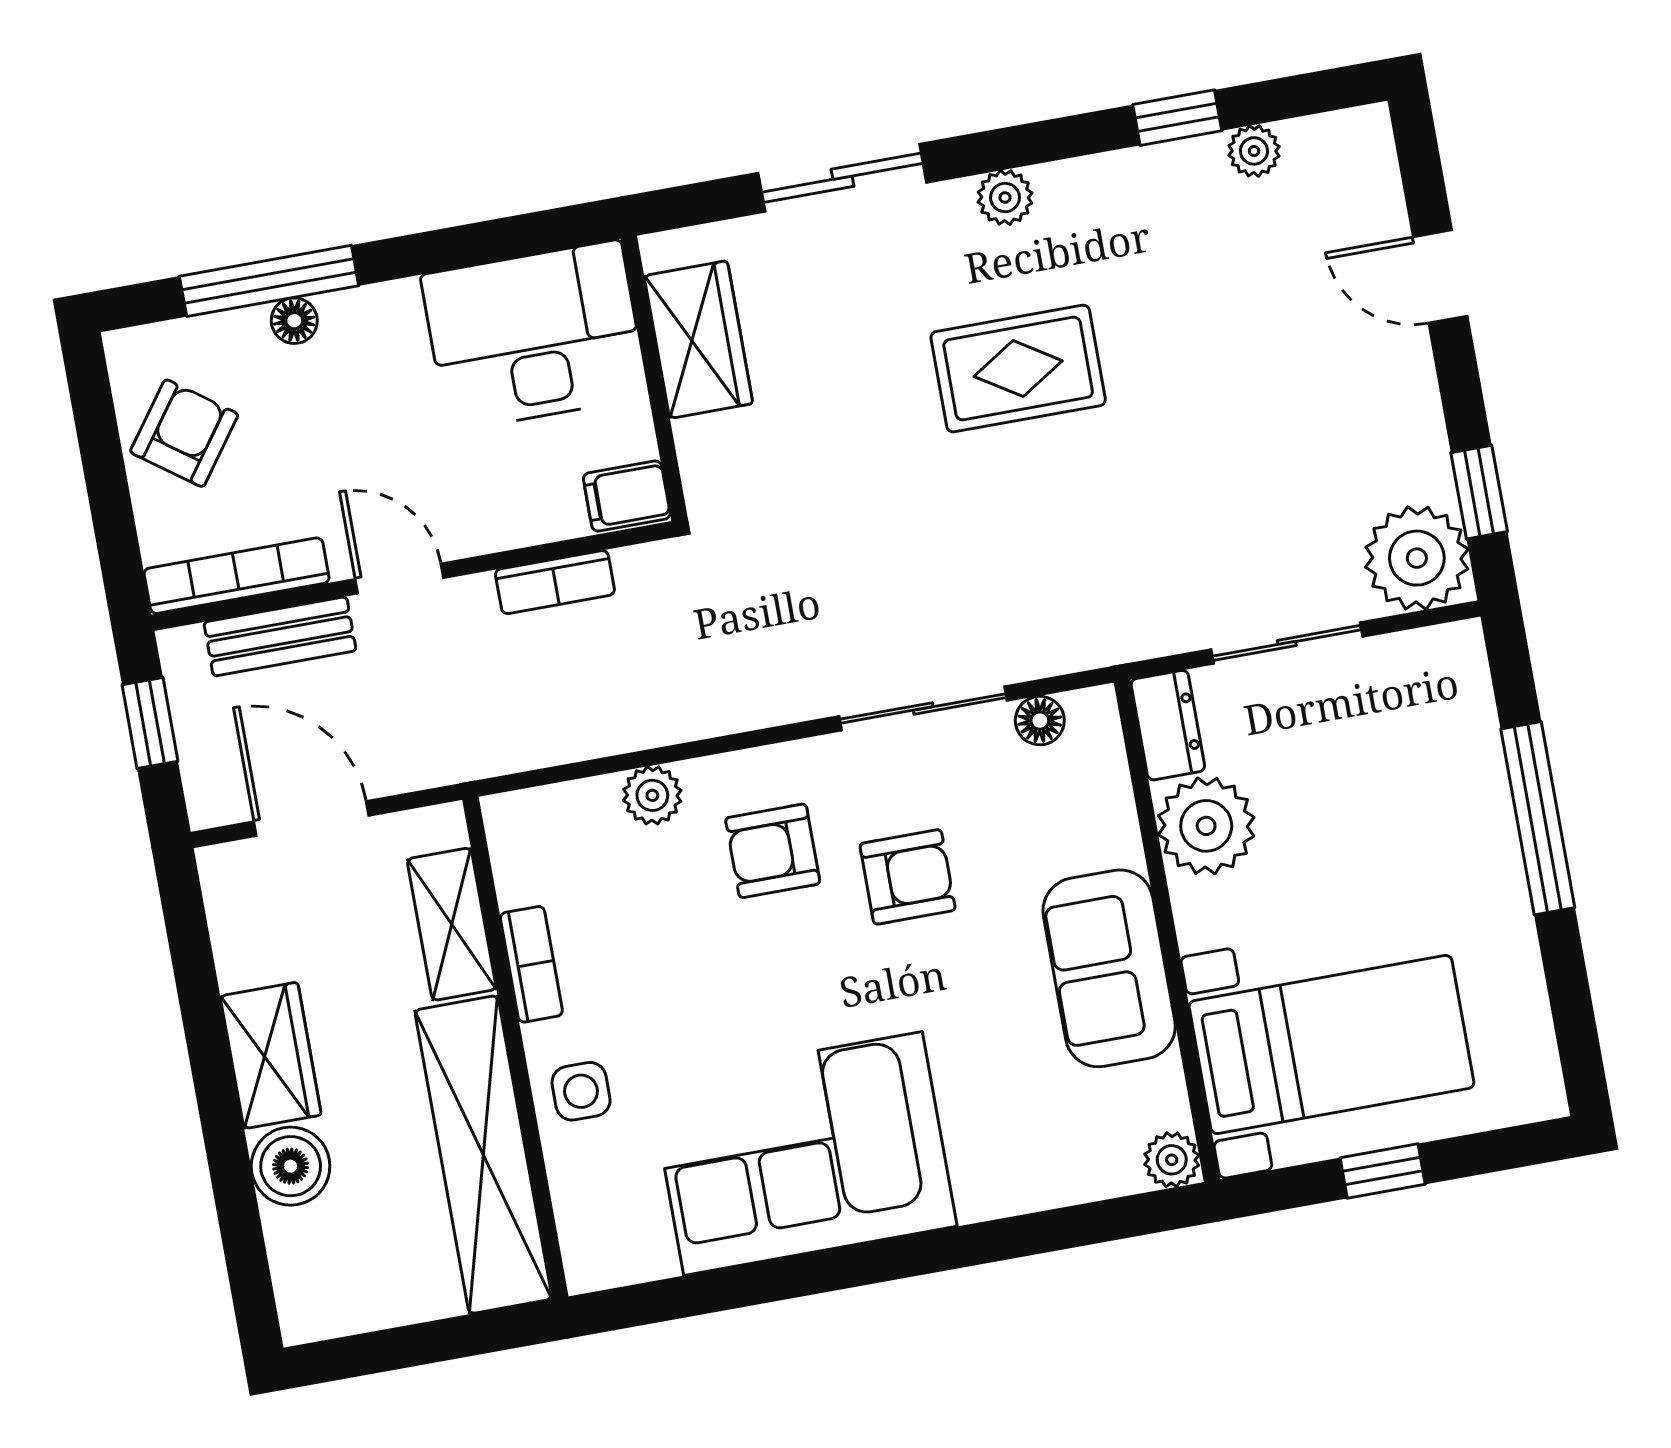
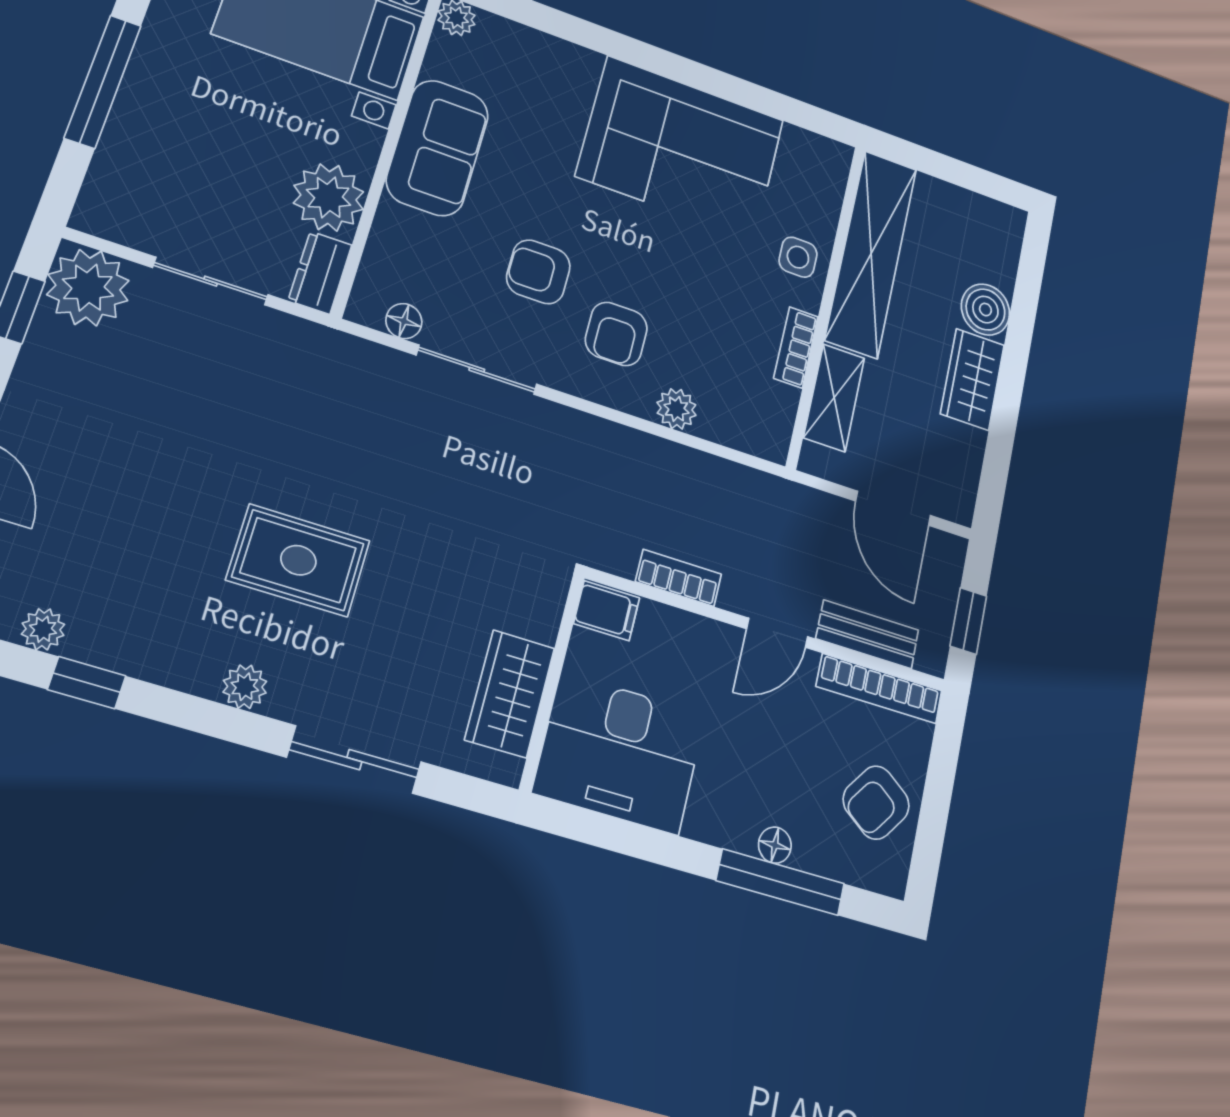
door: (399, 578) -> (777, 633), hinge flipped
armchair: (773, 851) -> (616, 334), turned 90

